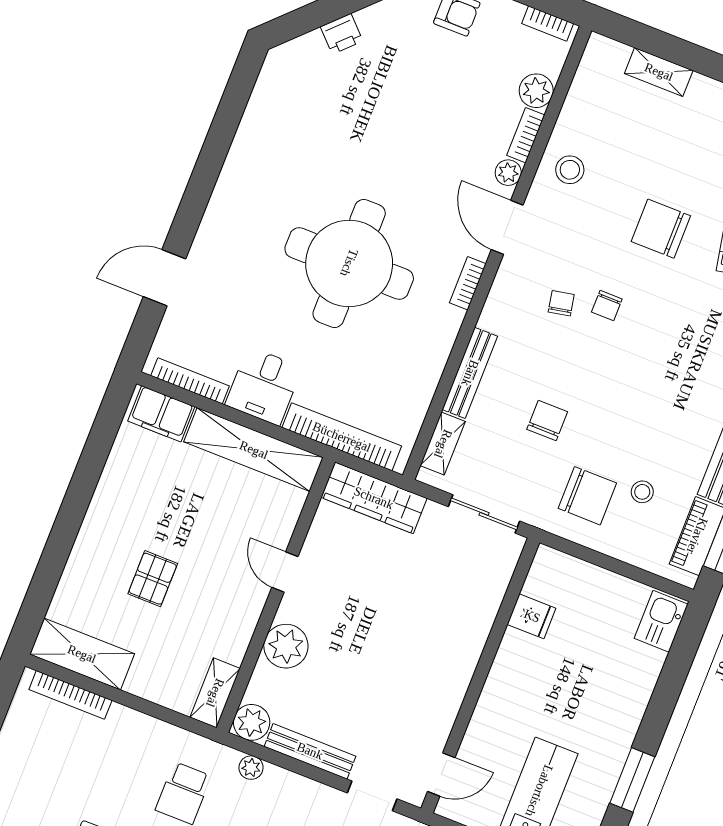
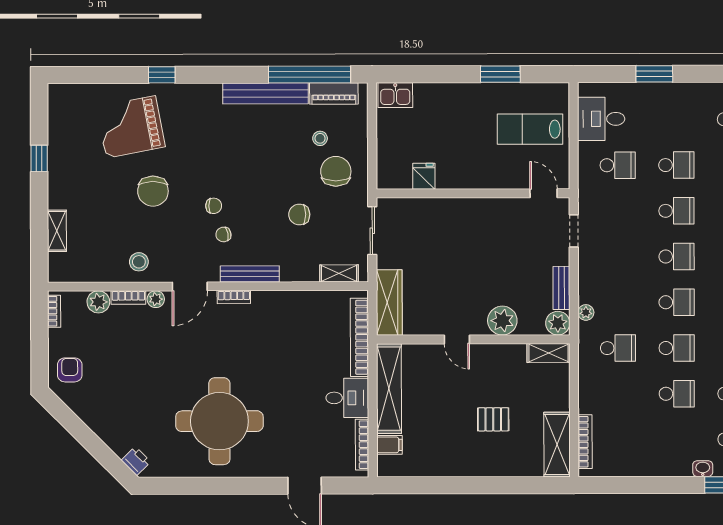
printer: (342, 34) -> (136, 461), moved
round table: (349, 263) -> (219, 421), moved
bench: (470, 373) -> (250, 274), moved
filing cabinet: (161, 414) -> (389, 445), width x0.50
door: (285, 572) -> (457, 339), hinge flipped
bench: (310, 751) -> (561, 288), width x0.73

